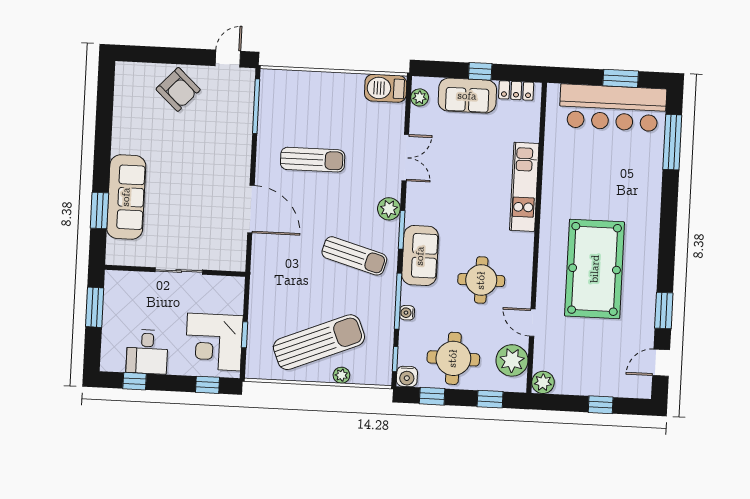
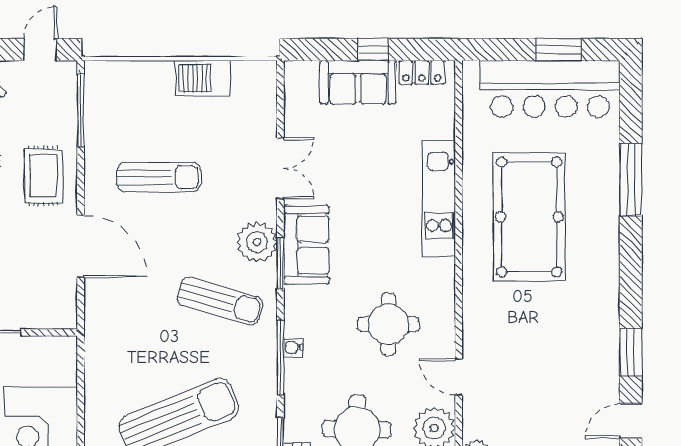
barbecue: (386, 88) -> (203, 78), moved
plant: (420, 97) -> (295, 88), removed
window: (672, 142) -> (631, 180), moved
rug: (225, 154) -> (44, 176), added
plant: (389, 209) -> (257, 242), width x1.36, depth x1.36
sofa: (420, 256) -> (306, 245), moved
pool table: (595, 269) -> (529, 217), moved
water cooler: (407, 313) -> (293, 348), moved
window: (245, 335) -> (81, 412), removed

